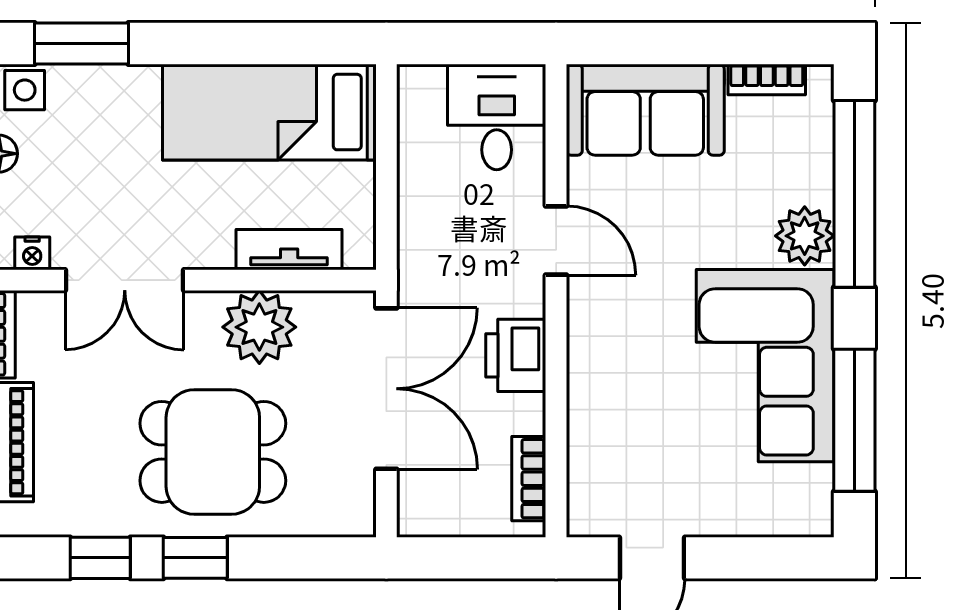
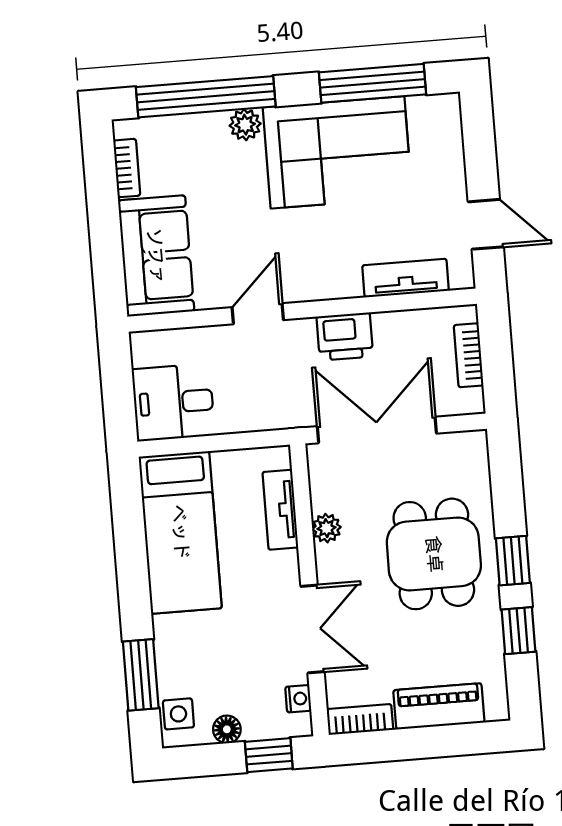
desk: (497, 117) -> (173, 402), moved
plant: (805, 236) -> (245, 125), width x0.73, depth x0.73
plant: (259, 327) -> (326, 528), width x0.53, depth x0.53
tv unit: (588, 444) -> (406, 278), added
bookcase: (529, 479) -> (469, 355), moved, turned 90

